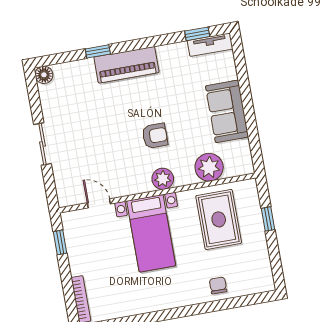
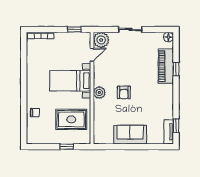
piano: (126, 65) -> (166, 66), moved
plant: (209, 167) -> (101, 40), moved

